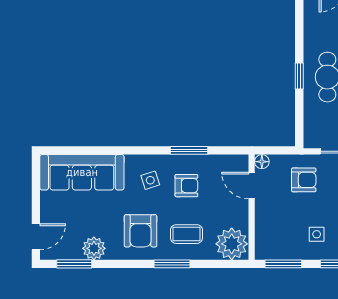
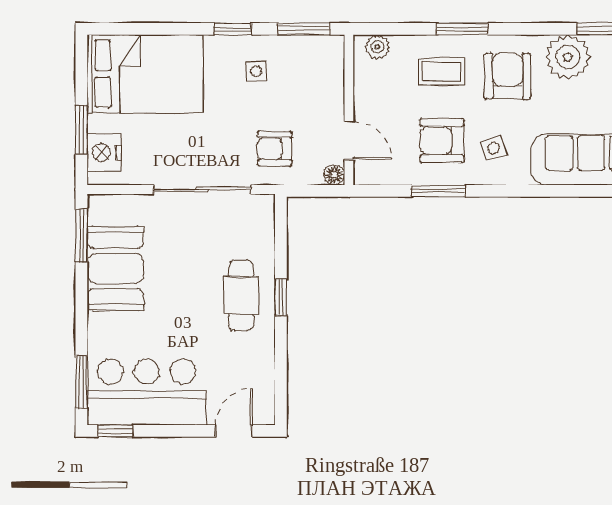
armchair: (186, 186) -> (442, 141), width x1.38, depth x1.38
plant: (232, 244) -> (377, 47), width x0.53, depth x0.53
plant: (94, 248) -> (568, 57), width x1.36, depth x1.36

